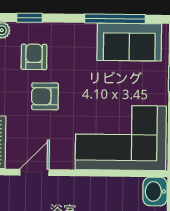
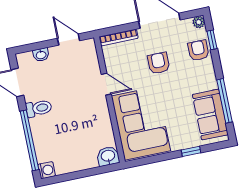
armchair: (34, 57) -> (198, 50), moved, turned -90
door: (34, 172) -> (106, 84), moved

